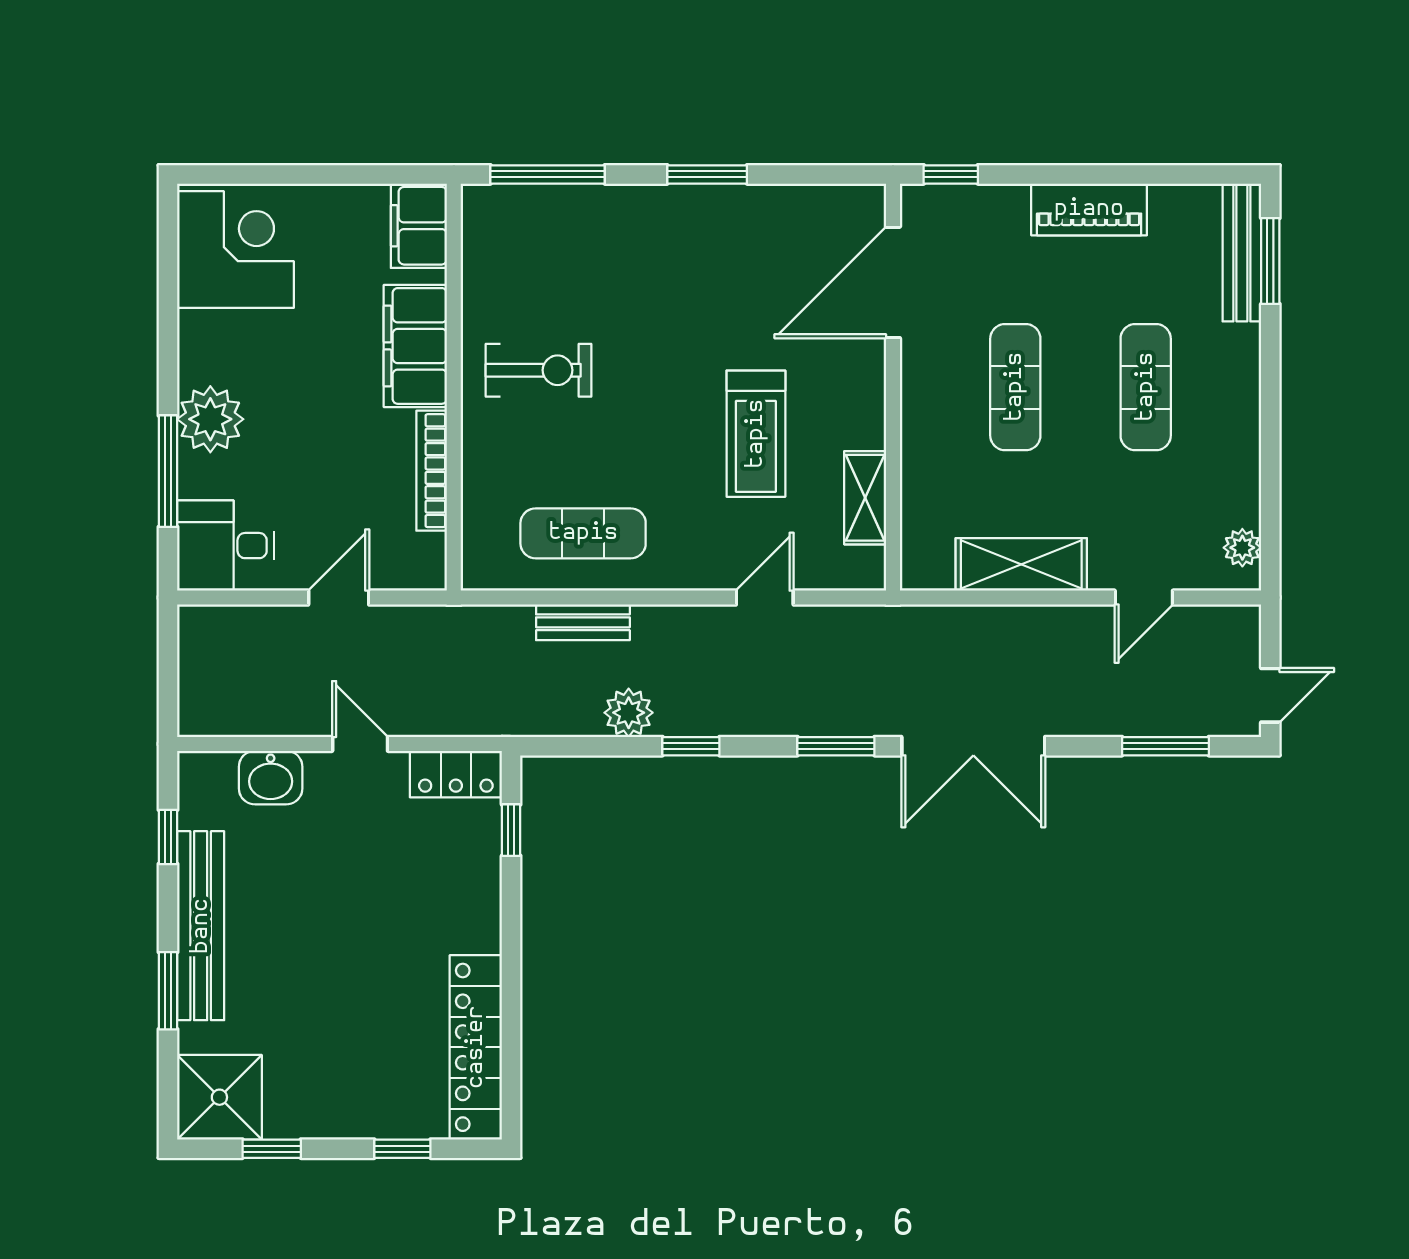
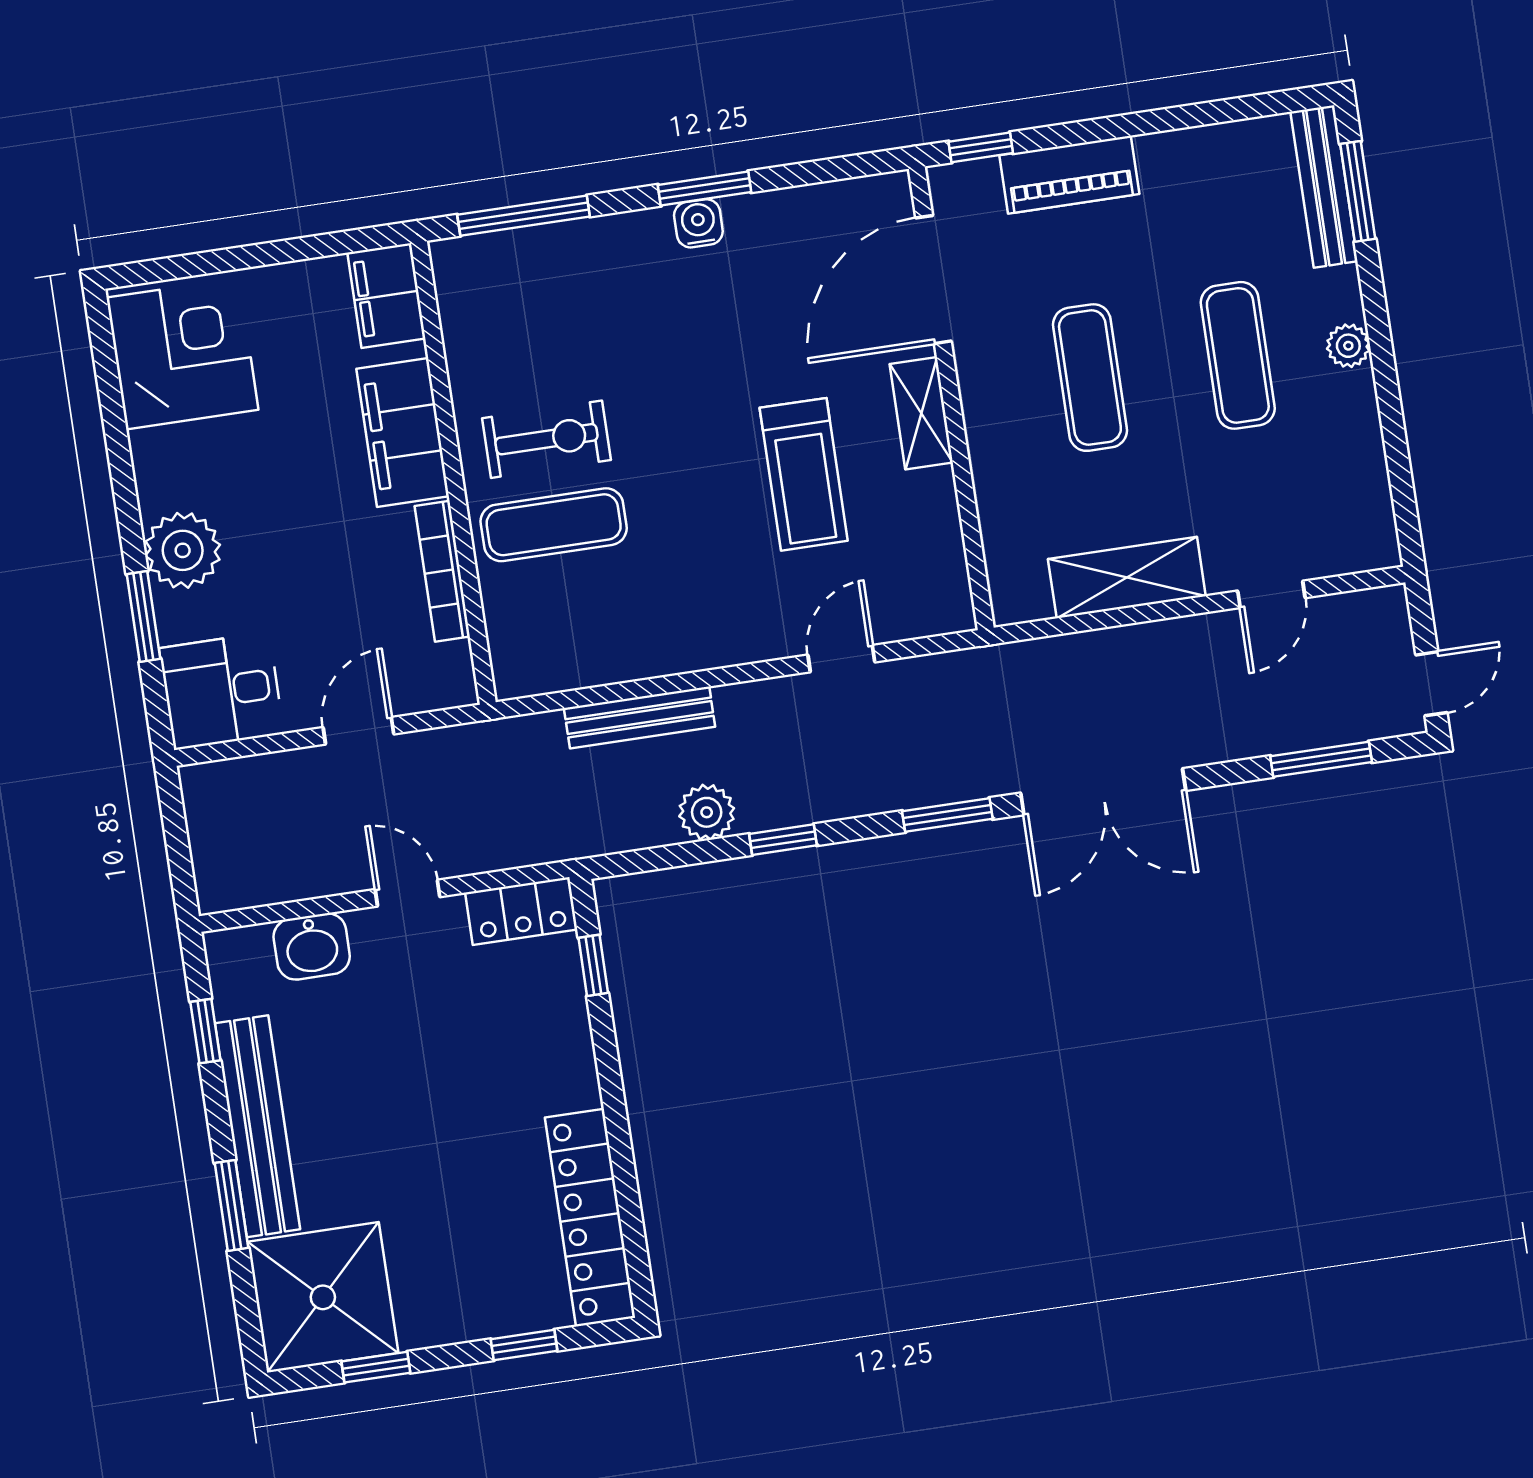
water cooler: (697, 204) -> (698, 223), added
piano: (1089, 209) -> (1069, 175), moved
window: (168, 471) -> (143, 616), width x0.69
shelving: (865, 498) -> (921, 413), moved
exercise mat: (583, 533) -> (554, 525), moved
plant: (1242, 548) -> (1348, 346), moved
bench: (583, 622) -> (640, 717), width x1.36
shower: (219, 1097) -> (323, 1297), width x1.37, depth x1.37

